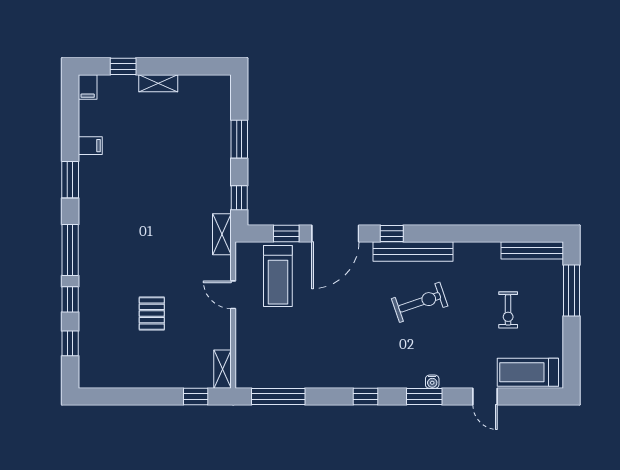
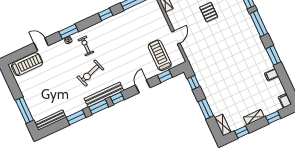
window: (193, 66) -> (242, 132), added
shelving: (222, 234) -> (223, 125), moved
door: (335, 234) -> (143, 86), width x0.53
window: (433, 234) -> (99, 107), added
window: (483, 234) -> (76, 117), added
door: (233, 295) -> (176, 37), hinge flipped
exercise bike: (508, 310) -> (86, 46), moved
window: (366, 397) -> (106, 14), moved

